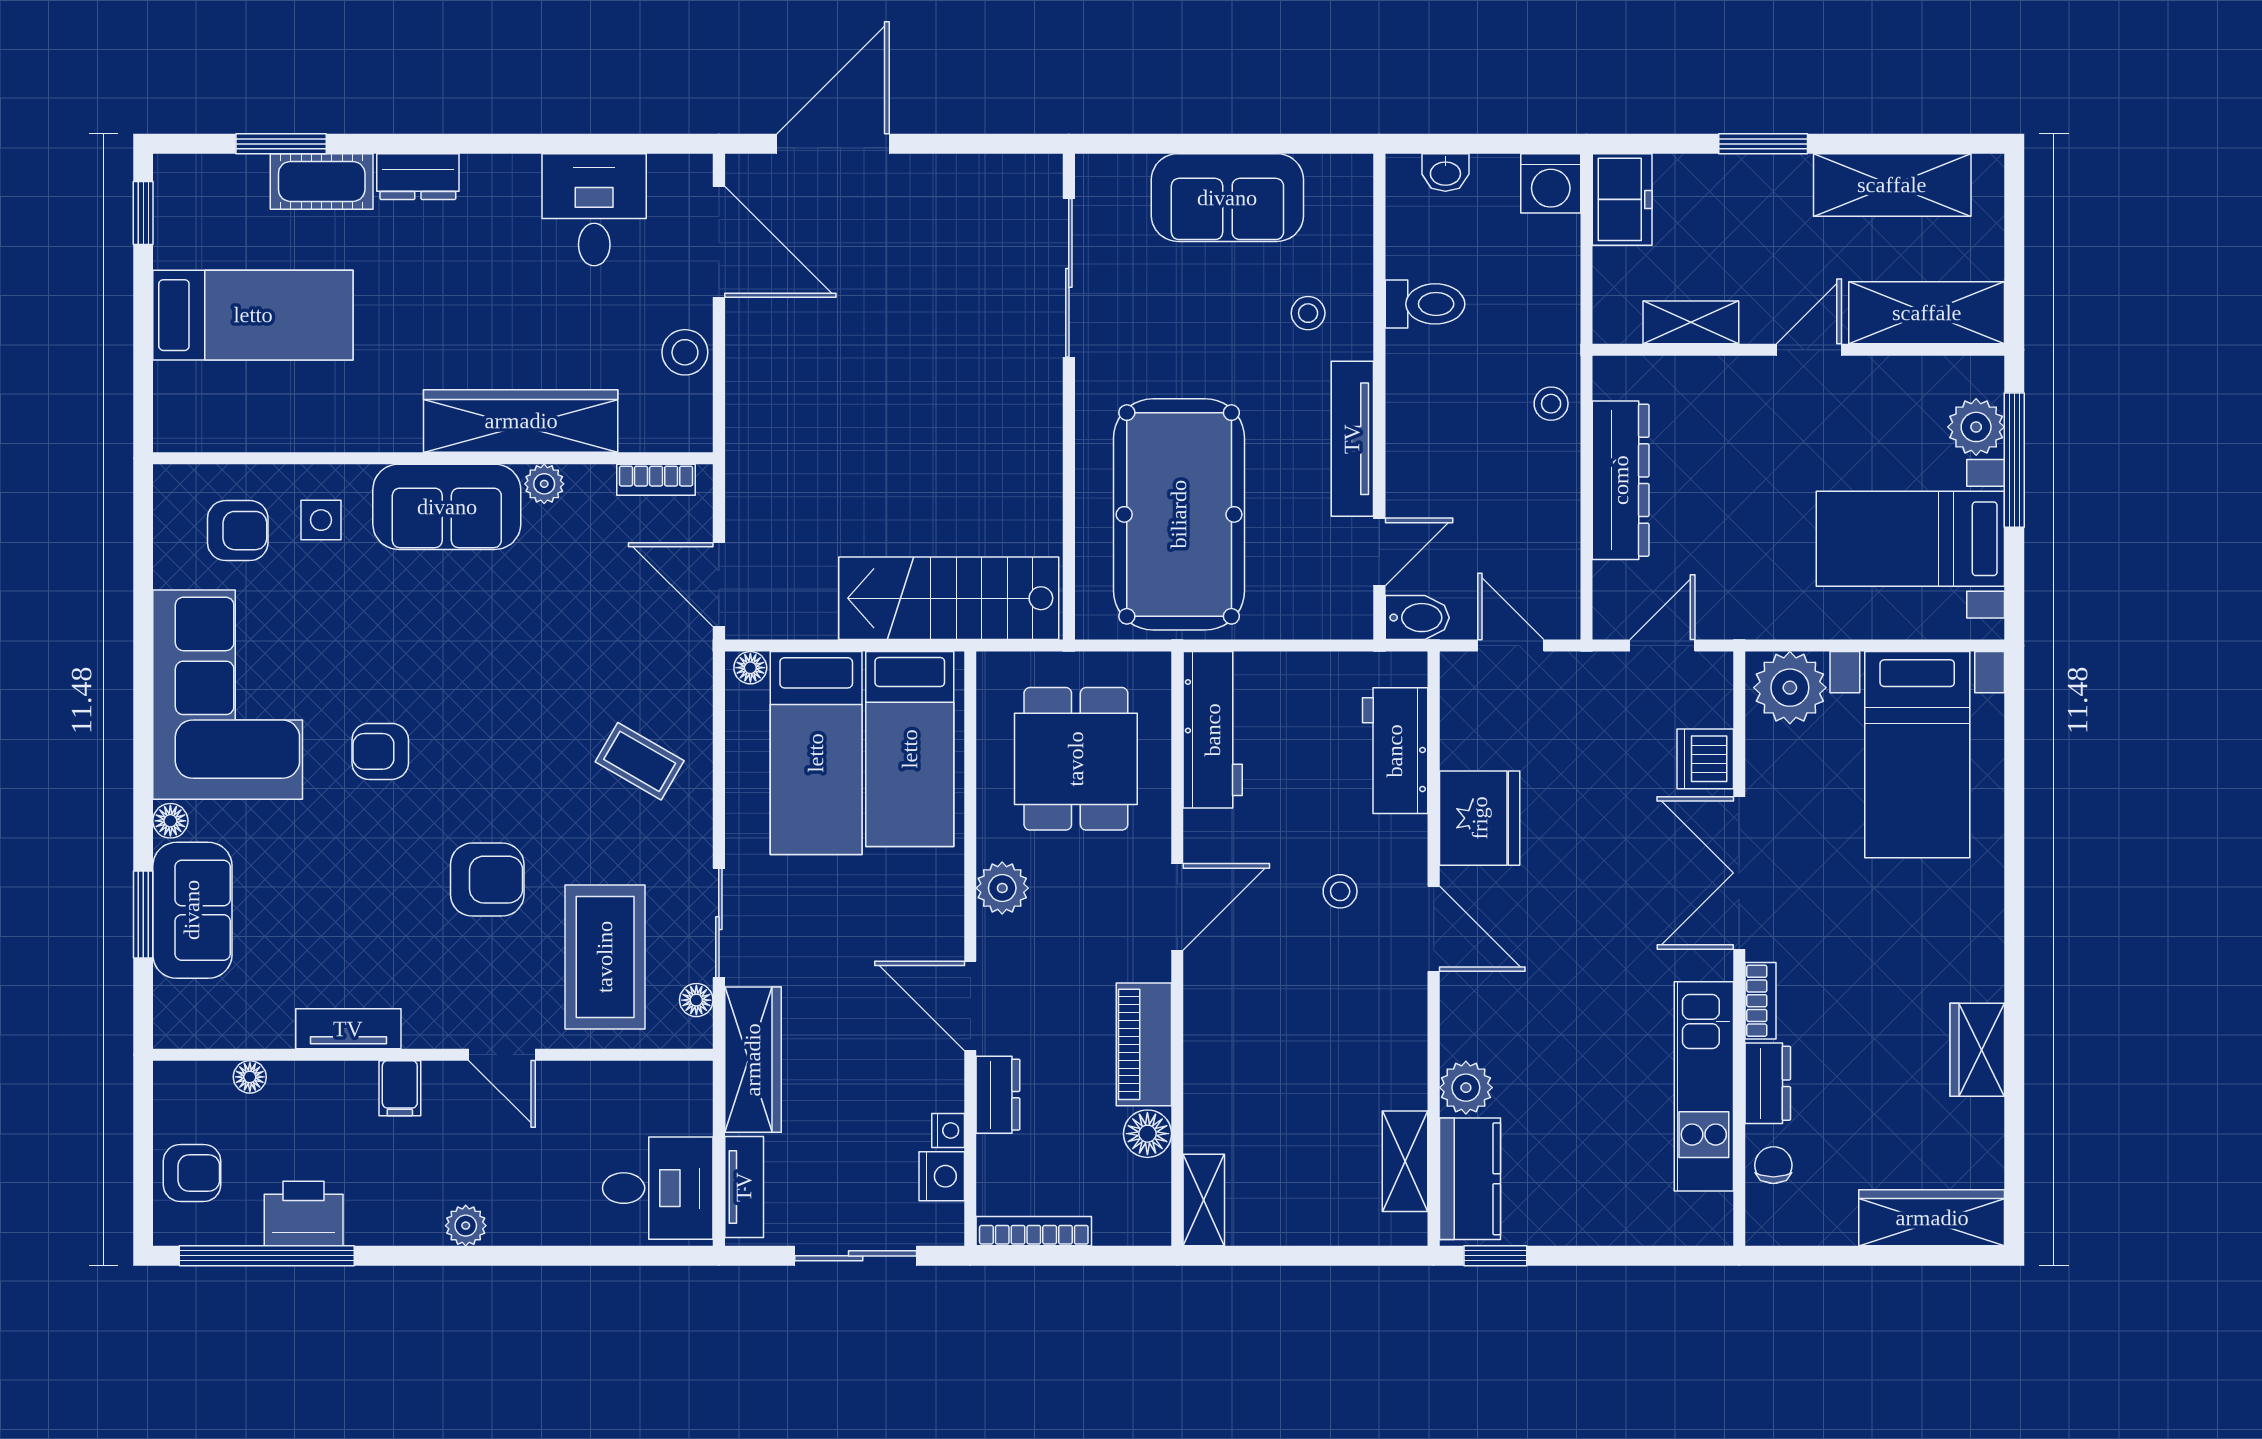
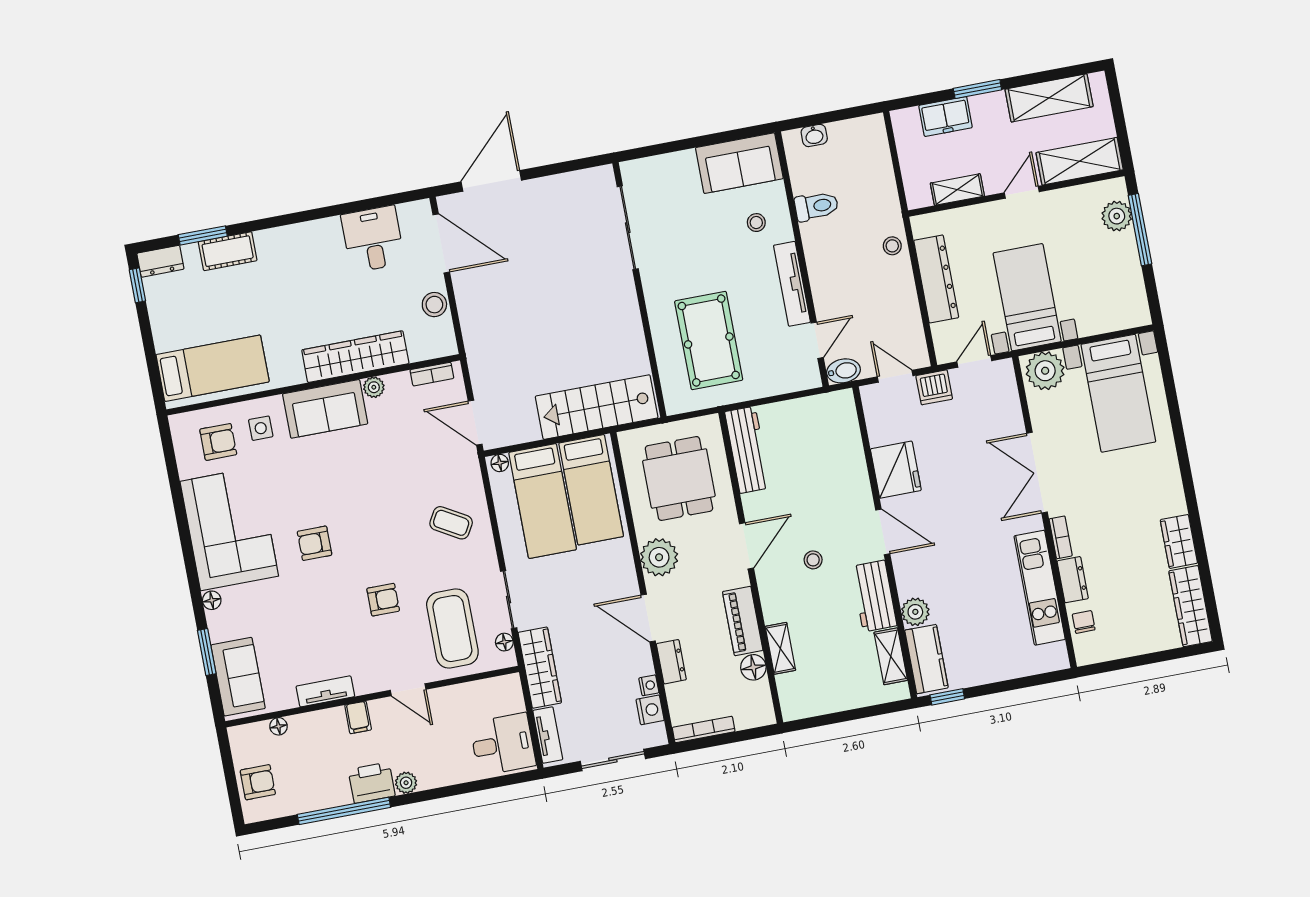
dresser: (418, 177) -> (160, 261), moved
washing machine: (1551, 183) -> (870, 131), removed
sofa: (1227, 198) -> (739, 163), moved
freezer: (1622, 199) -> (946, 117), moved, turned 90
bed: (253, 315) -> (213, 368), moved
pool table: (1179, 514) -> (709, 340), width x0.73, depth x0.76
bed with nightstands: (1910, 539) -> (1027, 297), moved, turned 90
workbench: (1395, 751) -> (874, 596), moved
dishwasher: (1705, 759) -> (934, 387), moved, turned -90
armchair: (487, 880) -> (383, 600), width x0.72, depth x0.72
plant: (1002, 888) -> (659, 557), width x1.36, depth x1.36
stool: (1340, 891) -> (813, 560), moved
sofa: (192, 910) -> (238, 677), moved
shelving: (1204, 1200) -> (780, 648), moved
printer: (304, 1213) -> (372, 783), moved
wardrobe: (1932, 1218) -> (1191, 606), moved, turned -90
window: (267, 1256) -> (344, 811), moved

